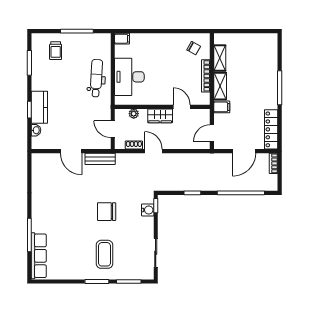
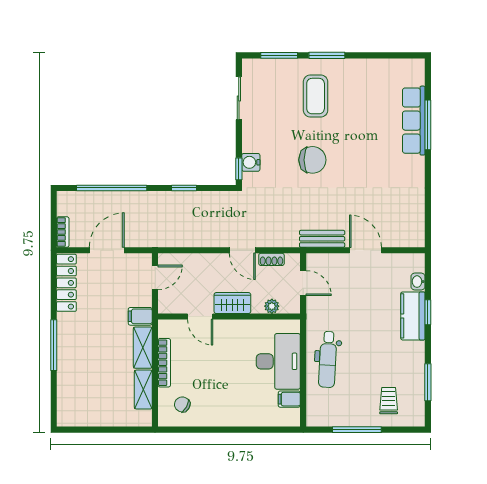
filing cabinet: (122, 39) -> (289, 399), moved
row of seats: (39, 256) -> (414, 121), moved

